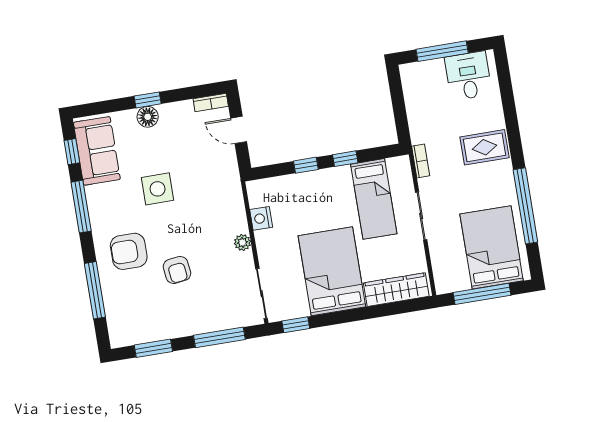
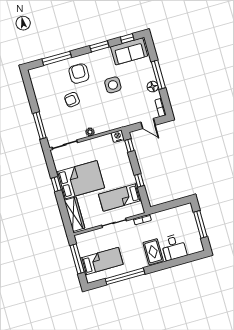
desk: (468, 76) -> (174, 247), moved, turned 90
window: (148, 100) -> (158, 75), width x2.17
floor lamp: (148, 117) -> (153, 87), moved
door: (239, 130) -> (148, 124), swing flipped
window: (306, 165) -> (129, 145), moved
window: (81, 207) -> (99, 46), width x0.69
nightstand: (261, 218) -> (118, 136), moved
bed: (492, 247) -> (102, 261), width x0.67
window: (296, 325) -> (56, 184), moved
window: (153, 348) -> (30, 92), removed

